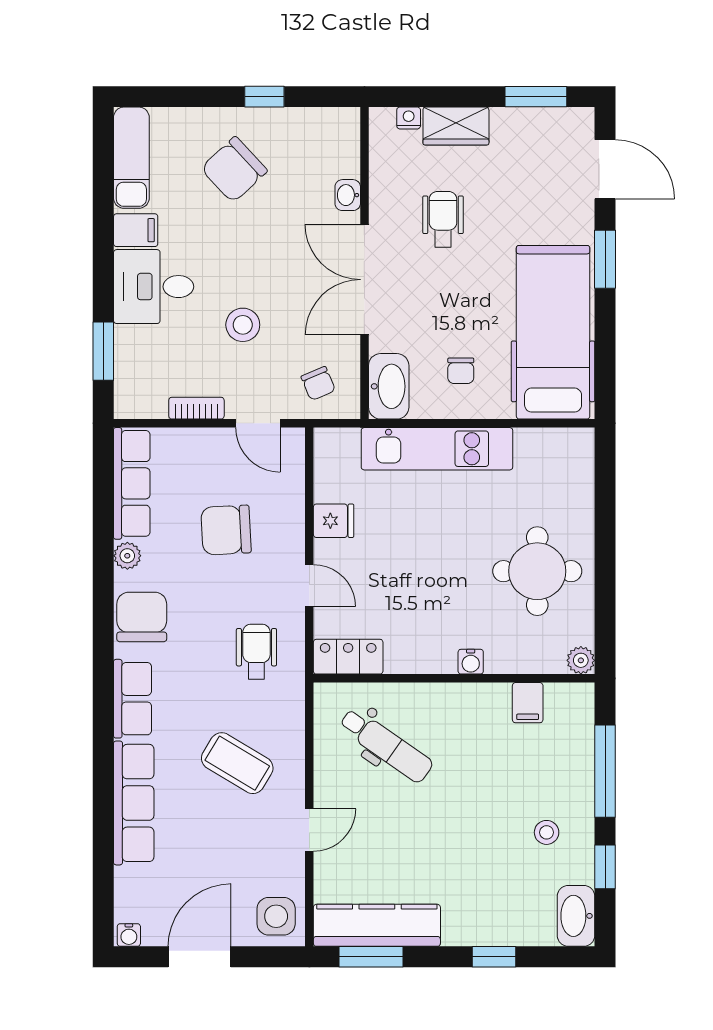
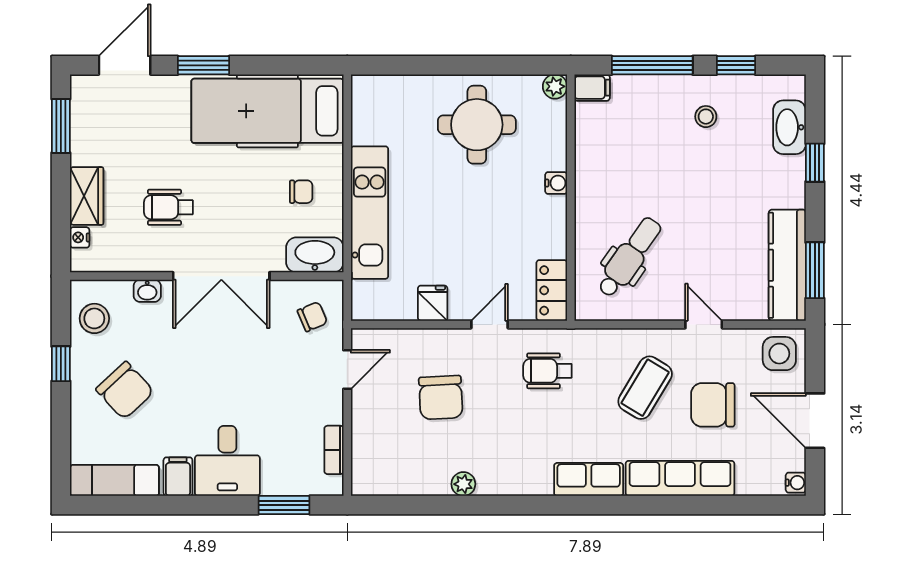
stool: (243, 325) -> (94, 318), moved
bookcase: (196, 408) -> (334, 450), moved
row of seats: (132, 483) -> (400, 480), removed
chair: (142, 617) -> (713, 405), moved
filing cabinet: (528, 703) -> (592, 88), moved
washbasin: (576, 916) -> (789, 127), moved, turned 90

